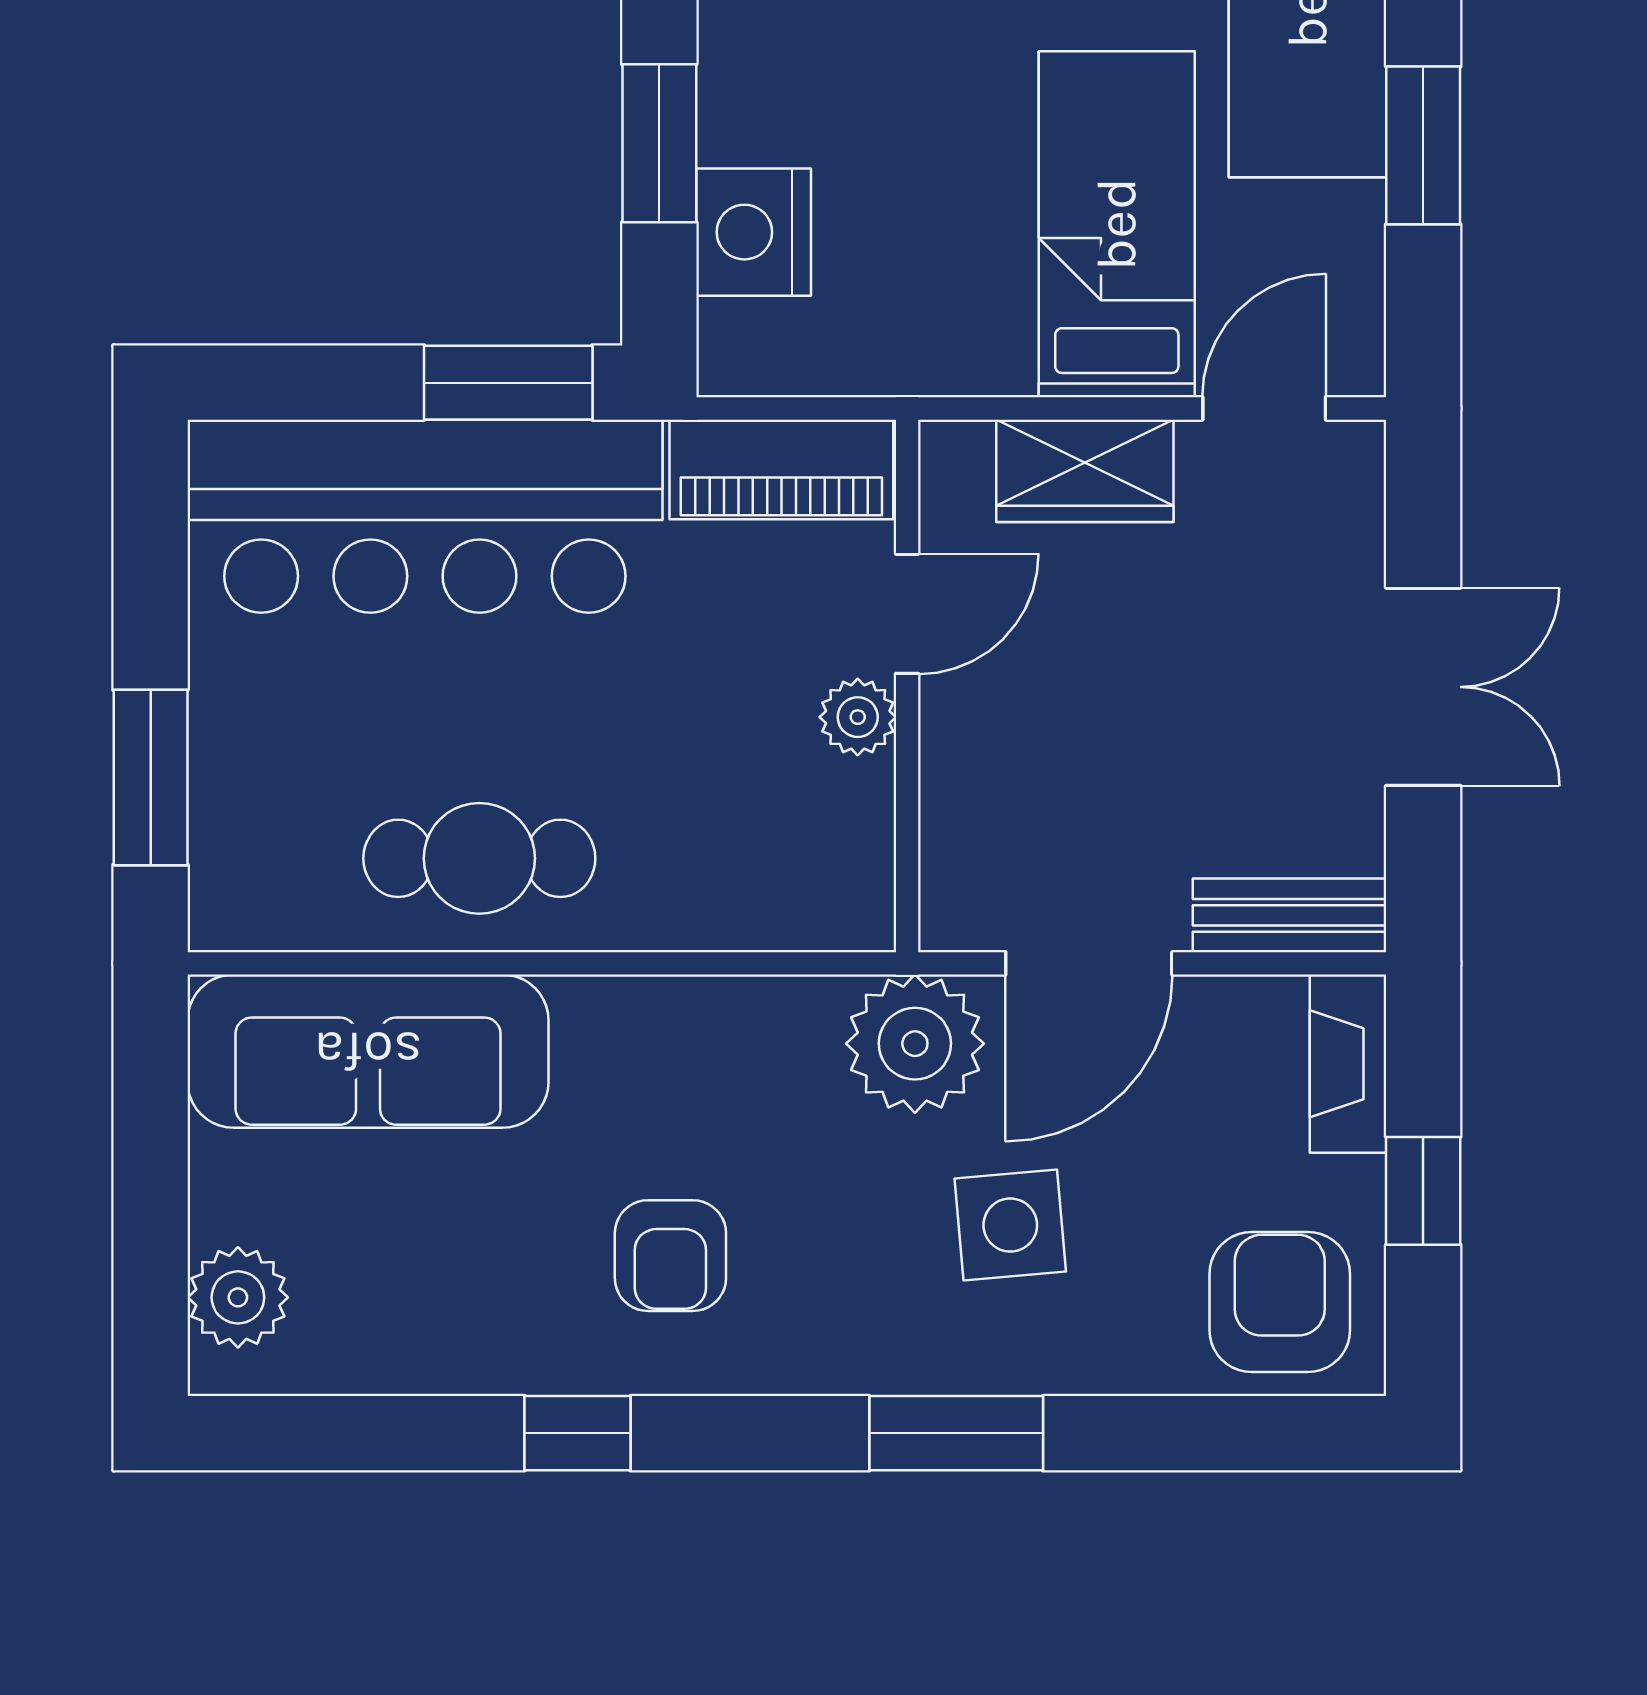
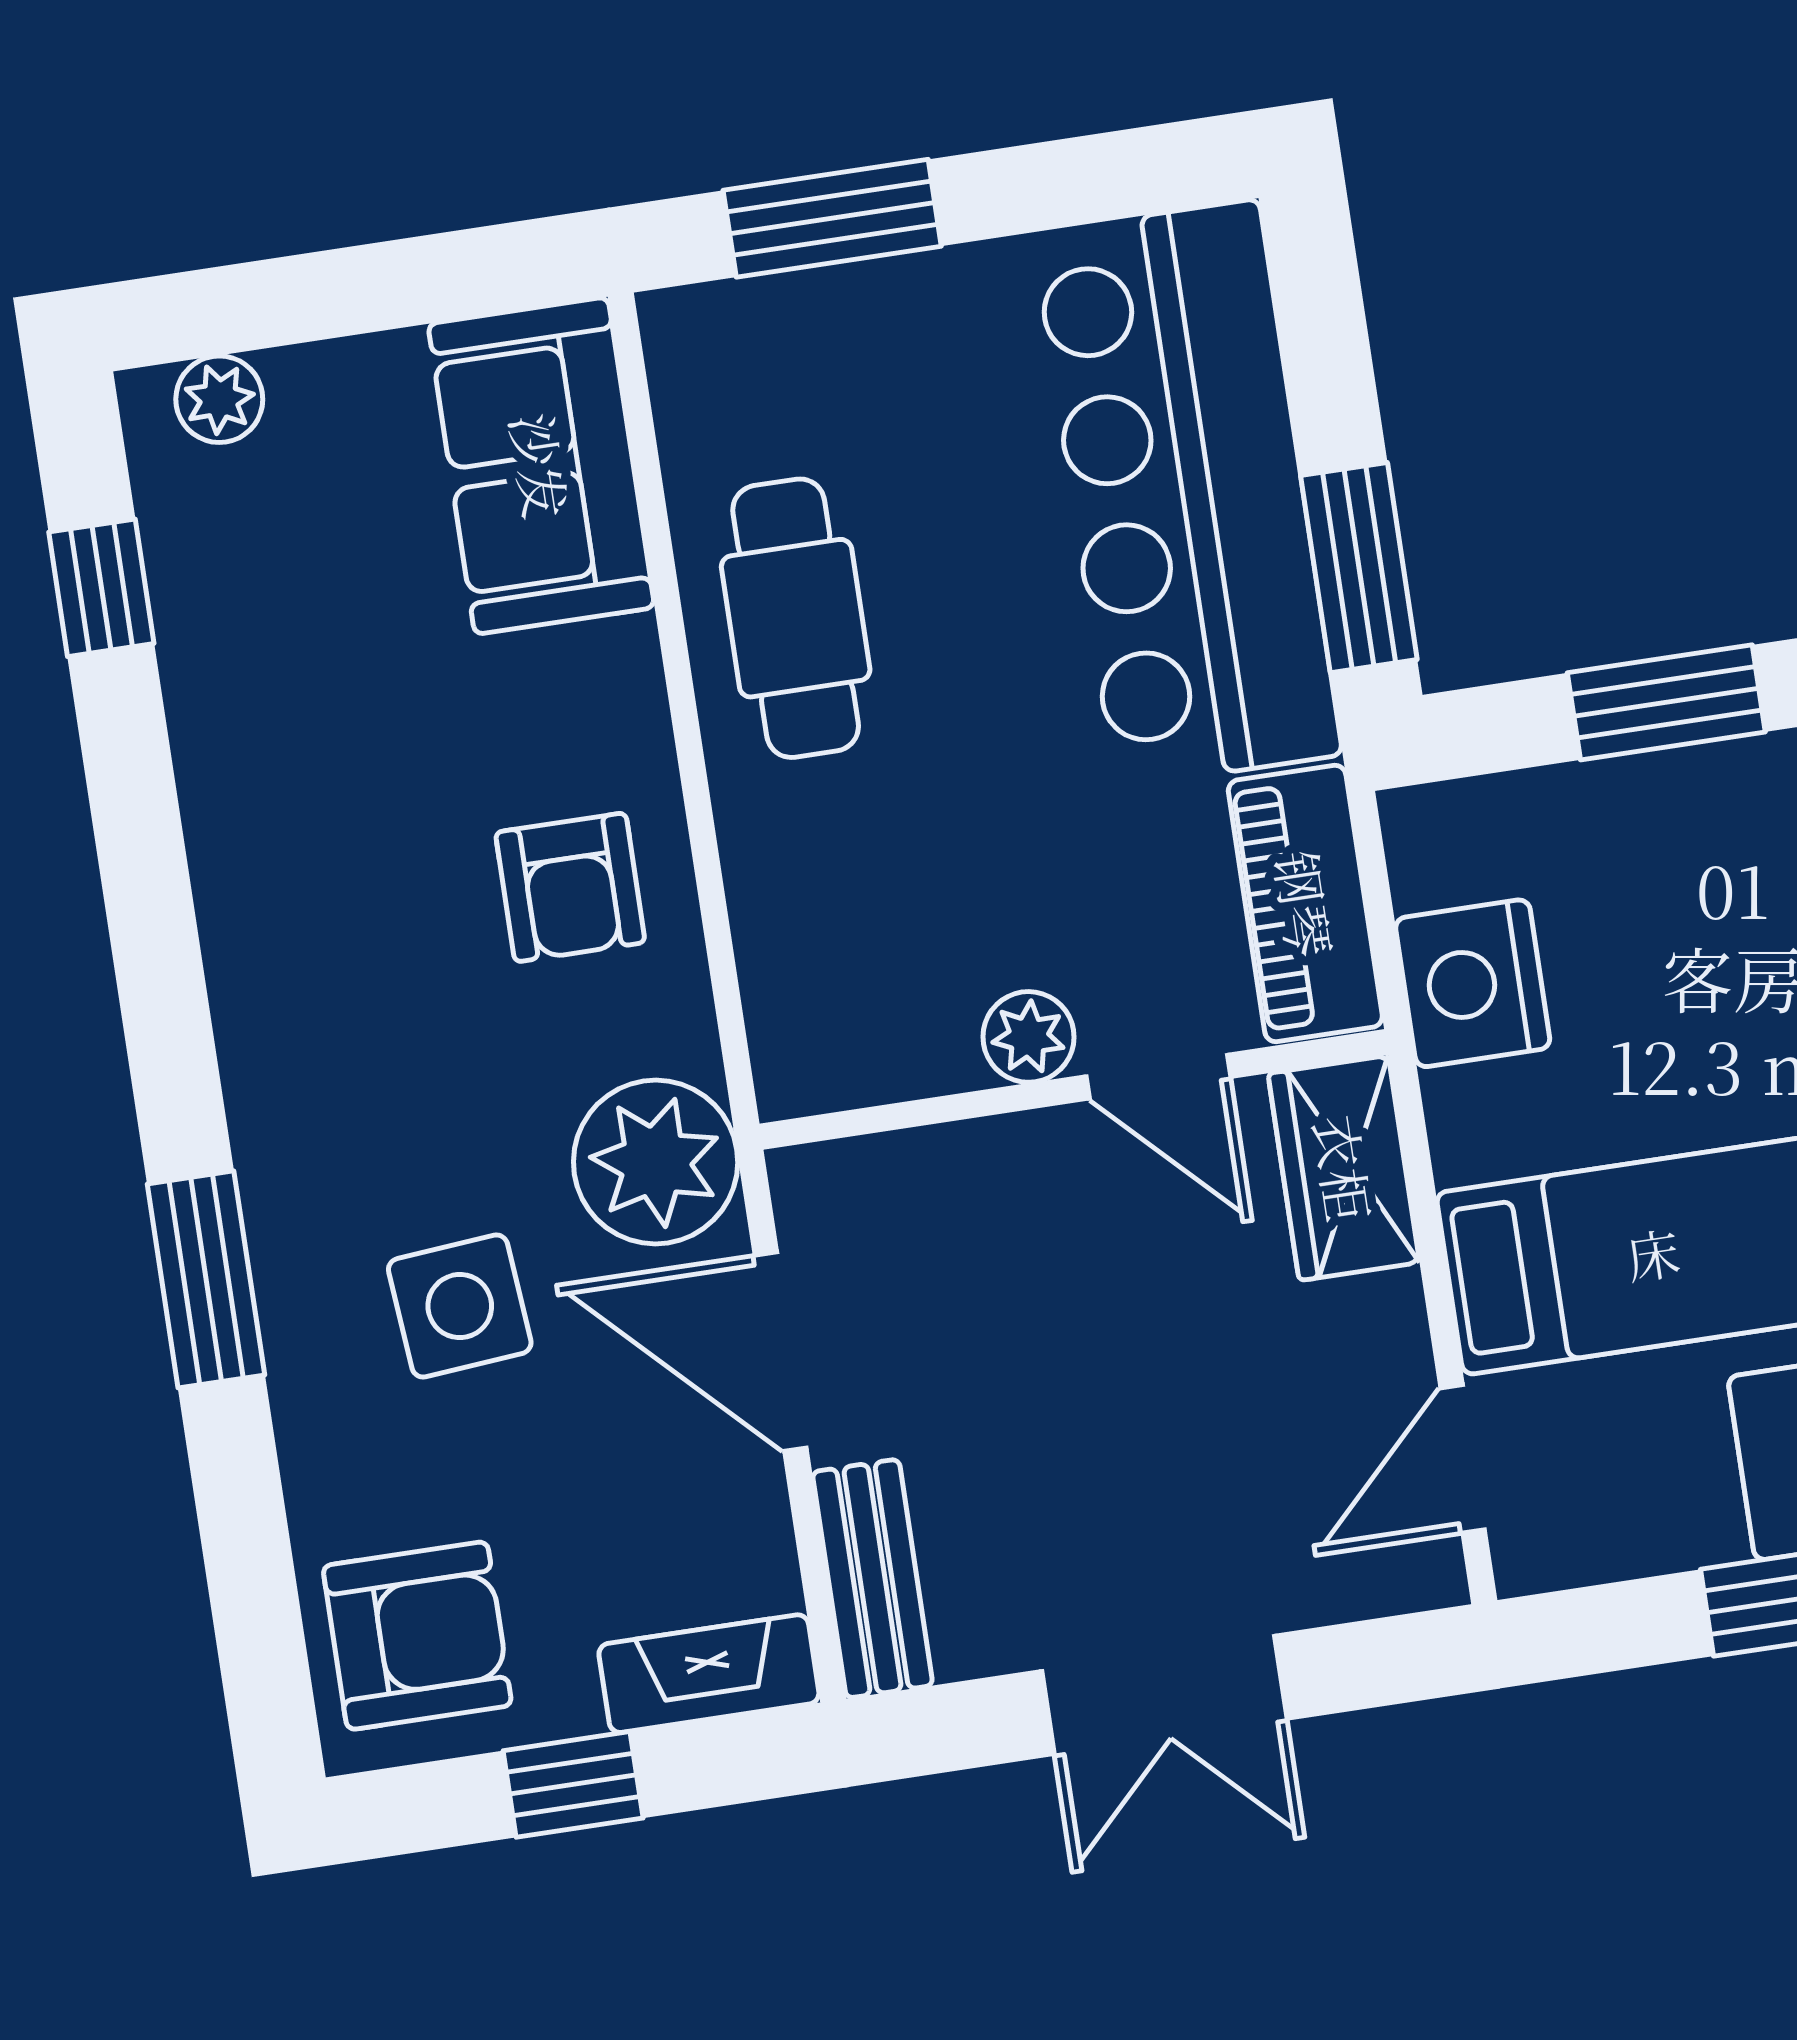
nightstand: (754, 232) -> (1473, 983), moved, turned -90
door: (1264, 408) -> (1463, 1459), swing flipped
wardrobe: (1085, 471) -> (1344, 1168), moved
sofa: (368, 1051) -> (541, 466), width x0.73
armchair: (670, 1256) -> (570, 887), moved, turned -90
plant: (238, 1297) -> (219, 399), width x0.73, depth x0.73
window: (578, 1433) -> (101, 588), moved

